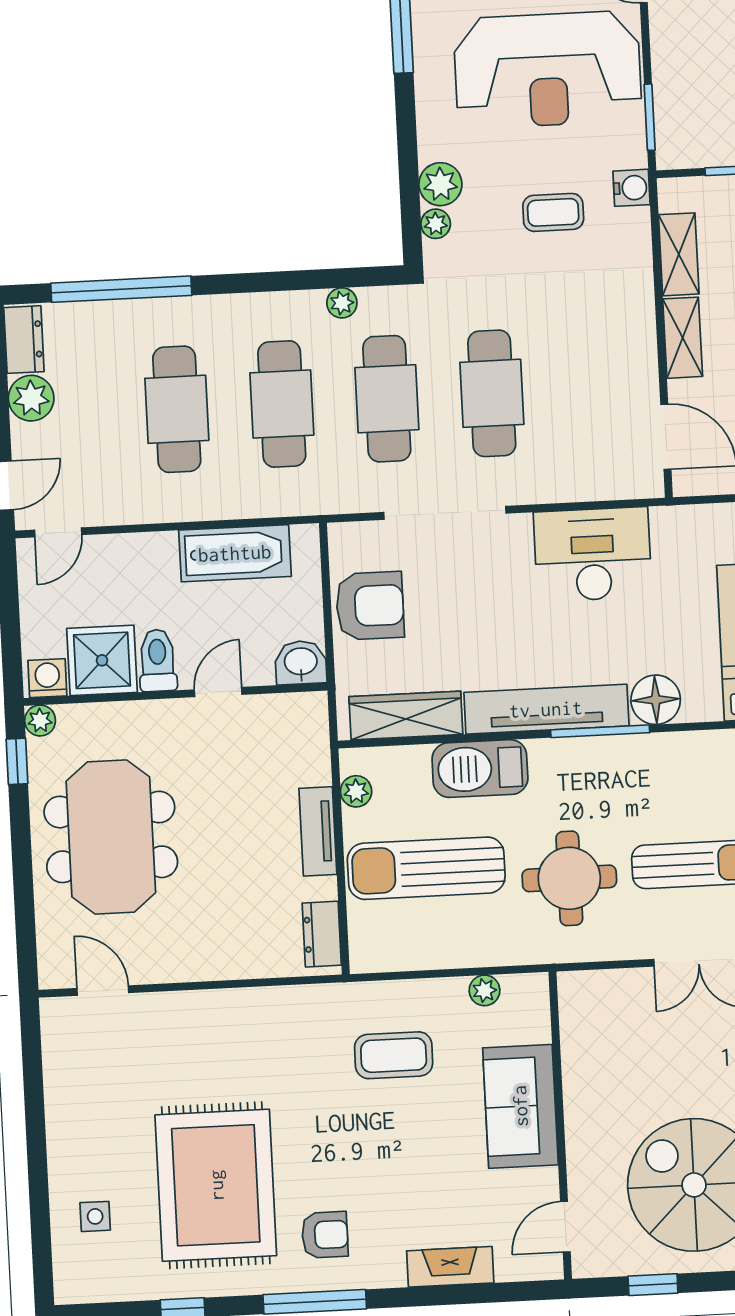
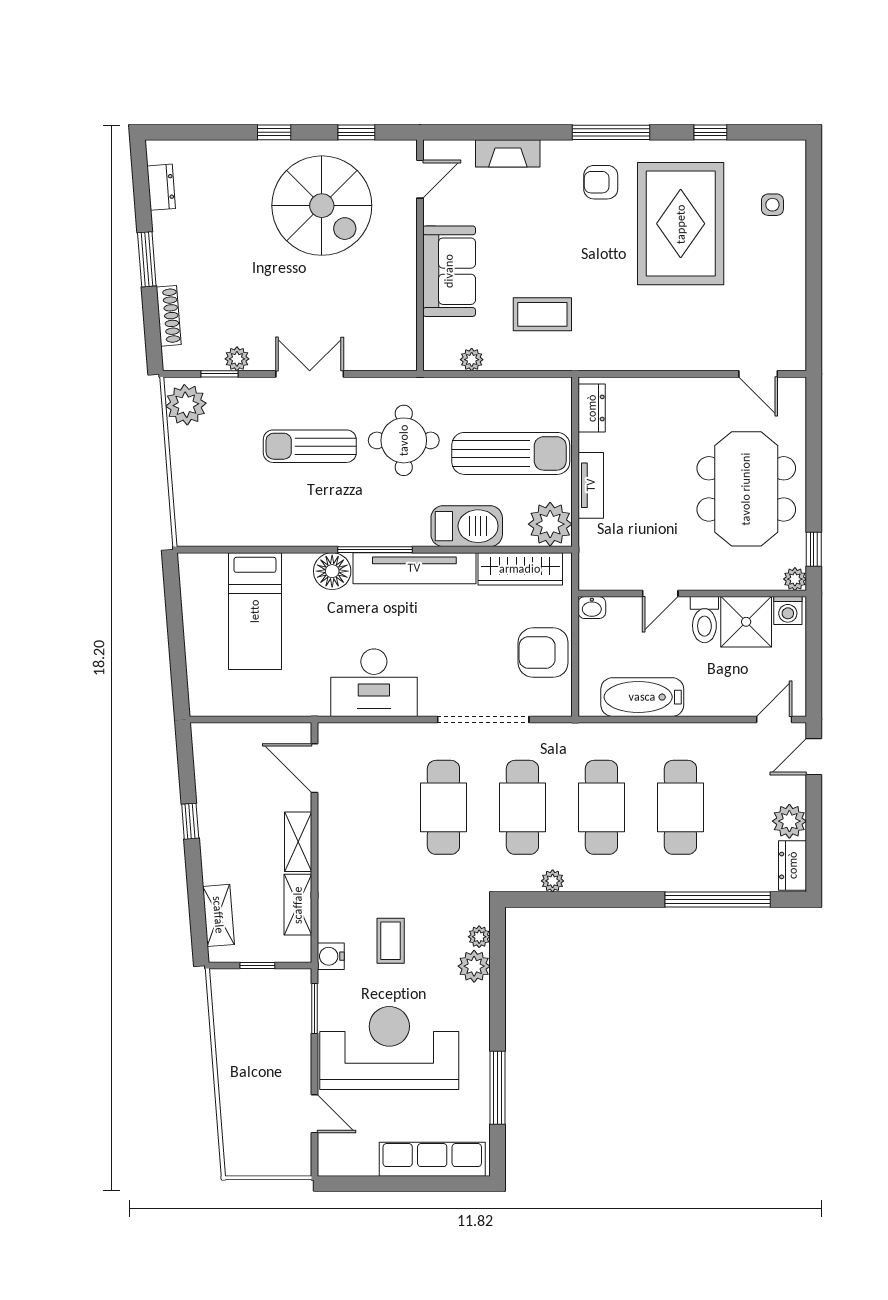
coffee table: (553, 212) -> (391, 941), turned 90
washbasin: (301, 663) -> (592, 608), width x0.72, depth x0.69
plant: (356, 791) -> (550, 524), width x1.88, depth x1.88

